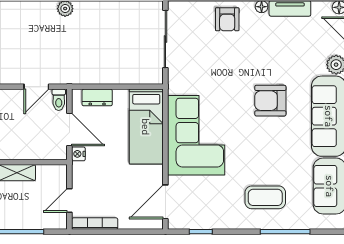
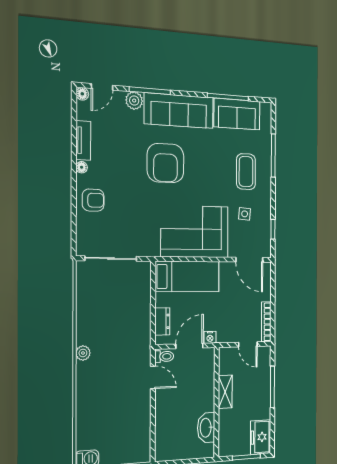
armchair: (270, 101) -> (165, 163), width x1.36, depth x1.36
side table: (217, 196) -> (245, 214), added

